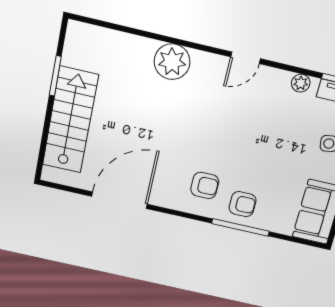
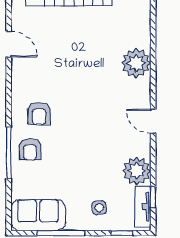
plant: (301, 83) -> (137, 171), width x1.88, depth x1.88
door: (120, 200) -> (9, 44), width x0.53

